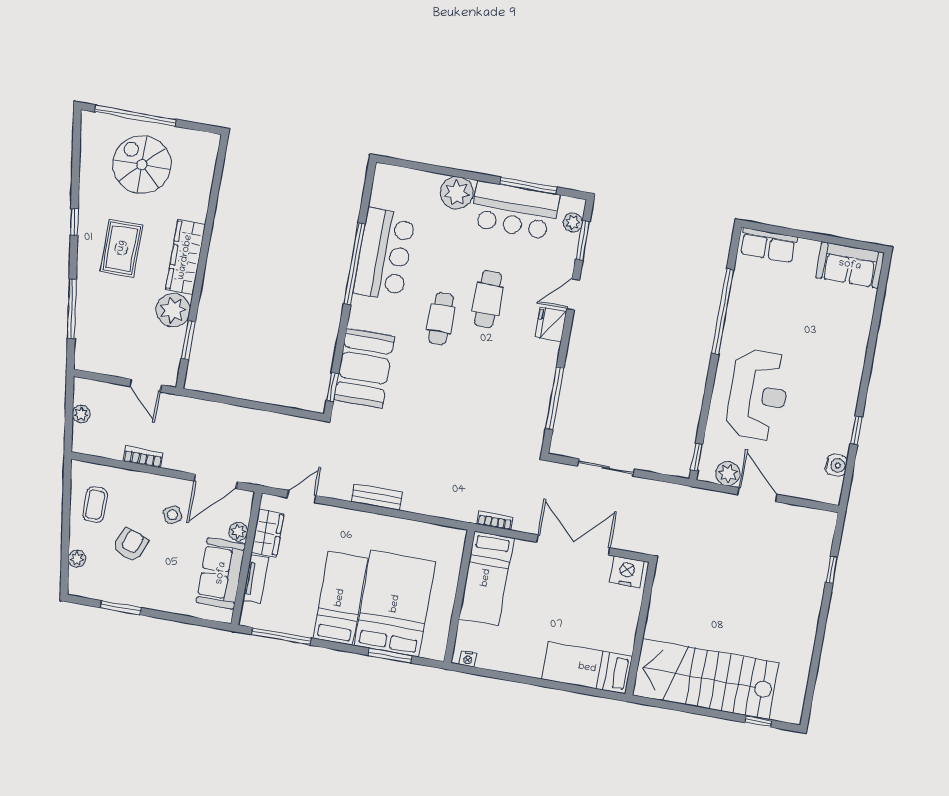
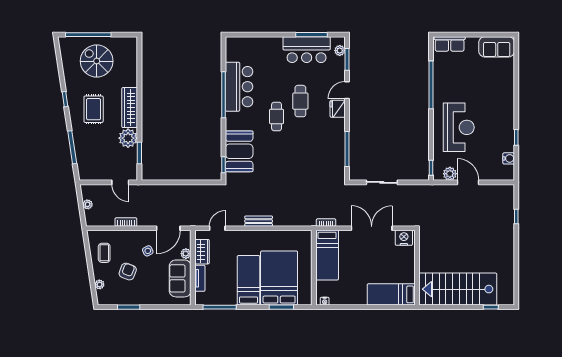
plant: (457, 193) -> (273, 46), removed

